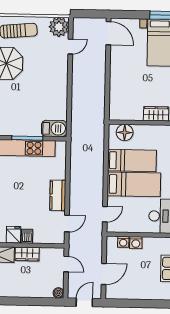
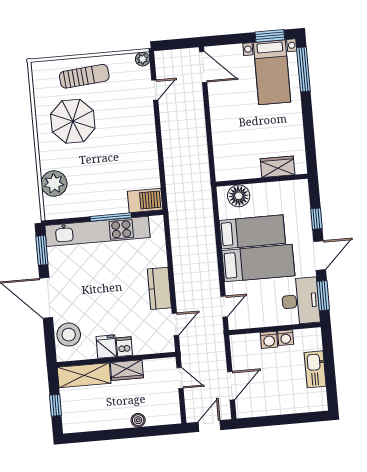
plant: (59, 27) -> (143, 59), width x0.53, depth x0.53
washing machine: (123, 242) -> (286, 338), moved
boiler: (58, 293) -> (138, 420), moved

